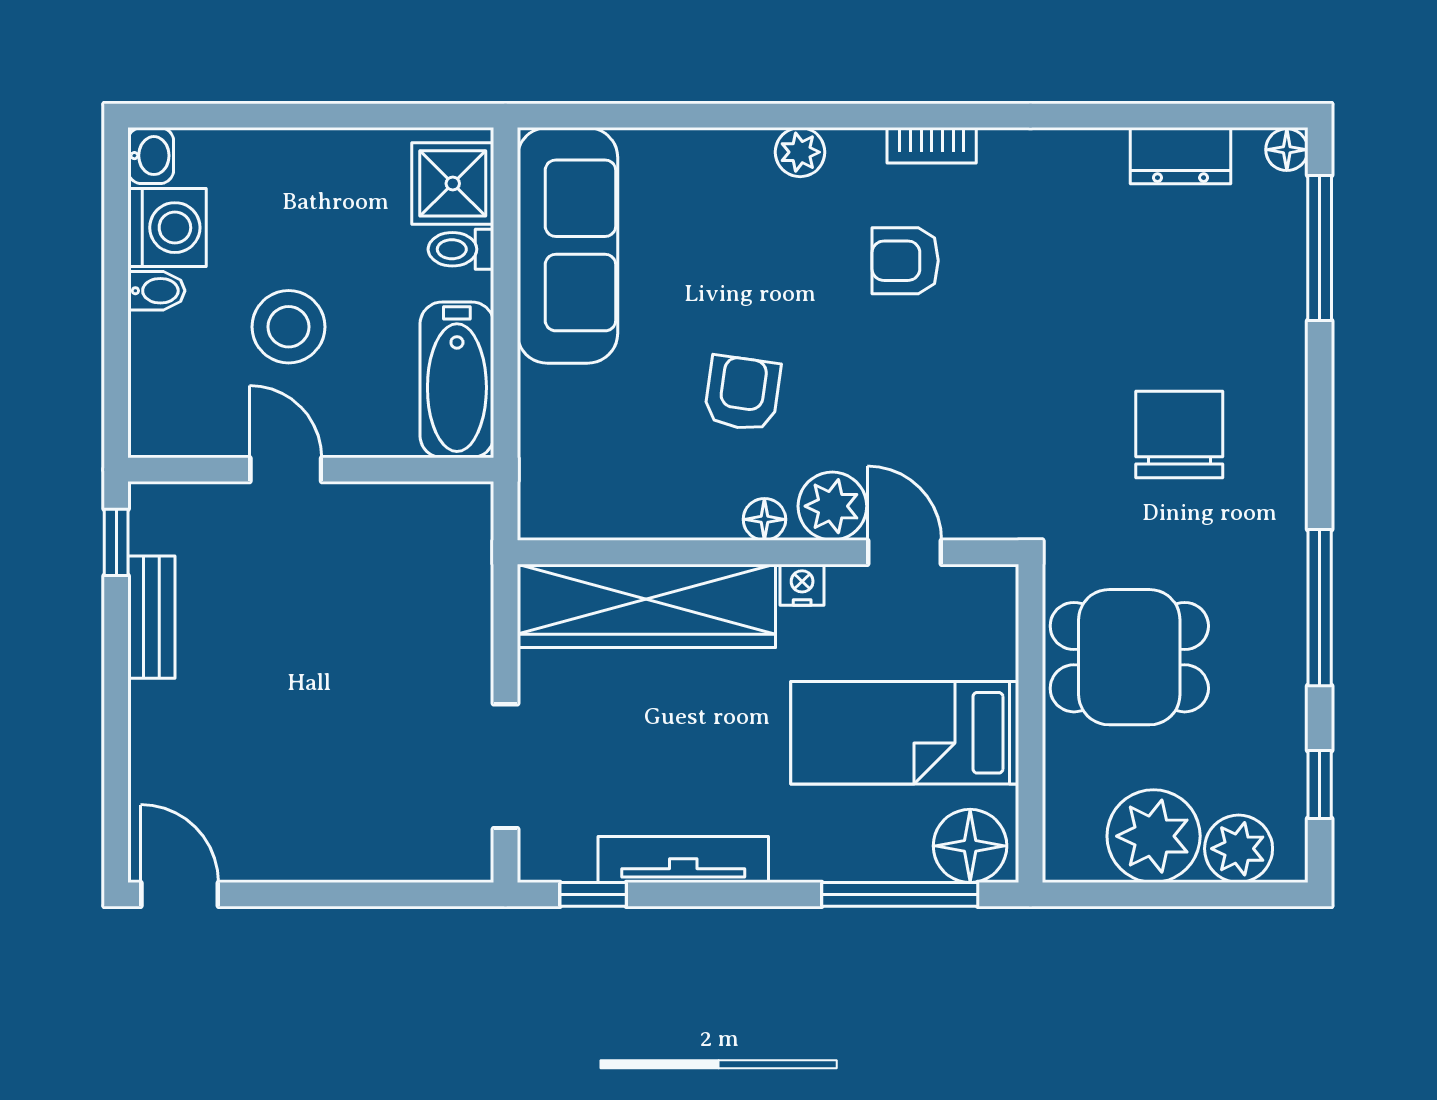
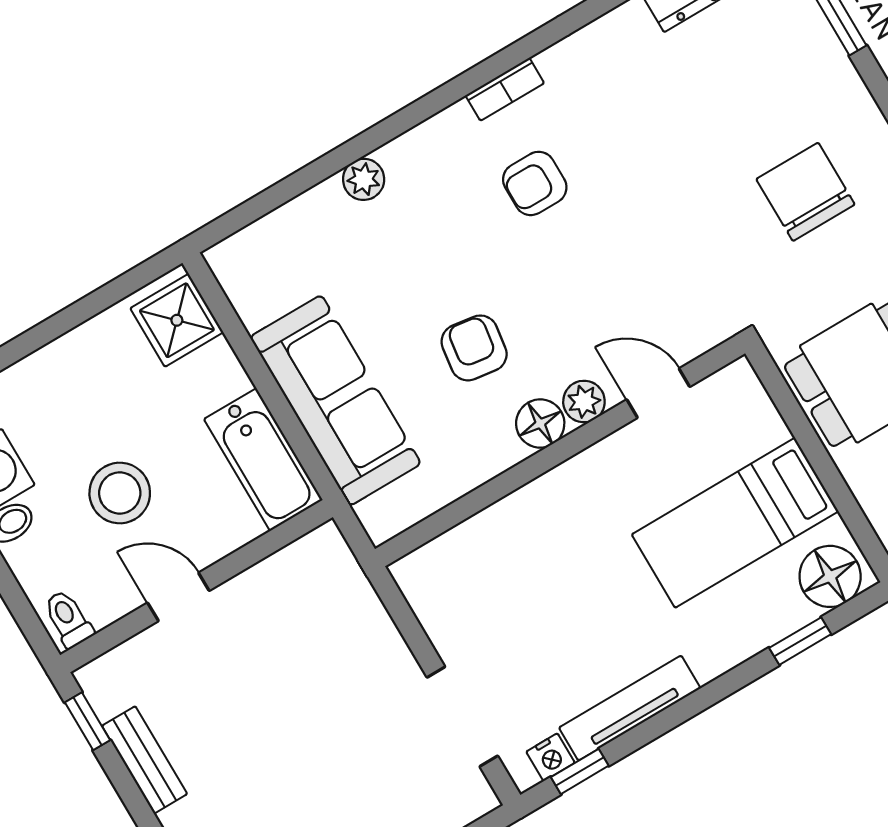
plant: (800, 152) -> (364, 179), moved
sofa: (567, 245) -> (335, 400), moved
toilet: (461, 249) -> (68, 619), moved, turned 90
plant: (832, 506) -> (584, 402), width x0.73, depth x0.73
floor lamp: (764, 519) -> (540, 423), width x1.37, depth x1.37
nightstand: (802, 585) -> (550, 757), moved, turned 180
wardrobe: (646, 606) -> (495, 541), removed
window: (900, 894) -> (800, 641), width x0.46

